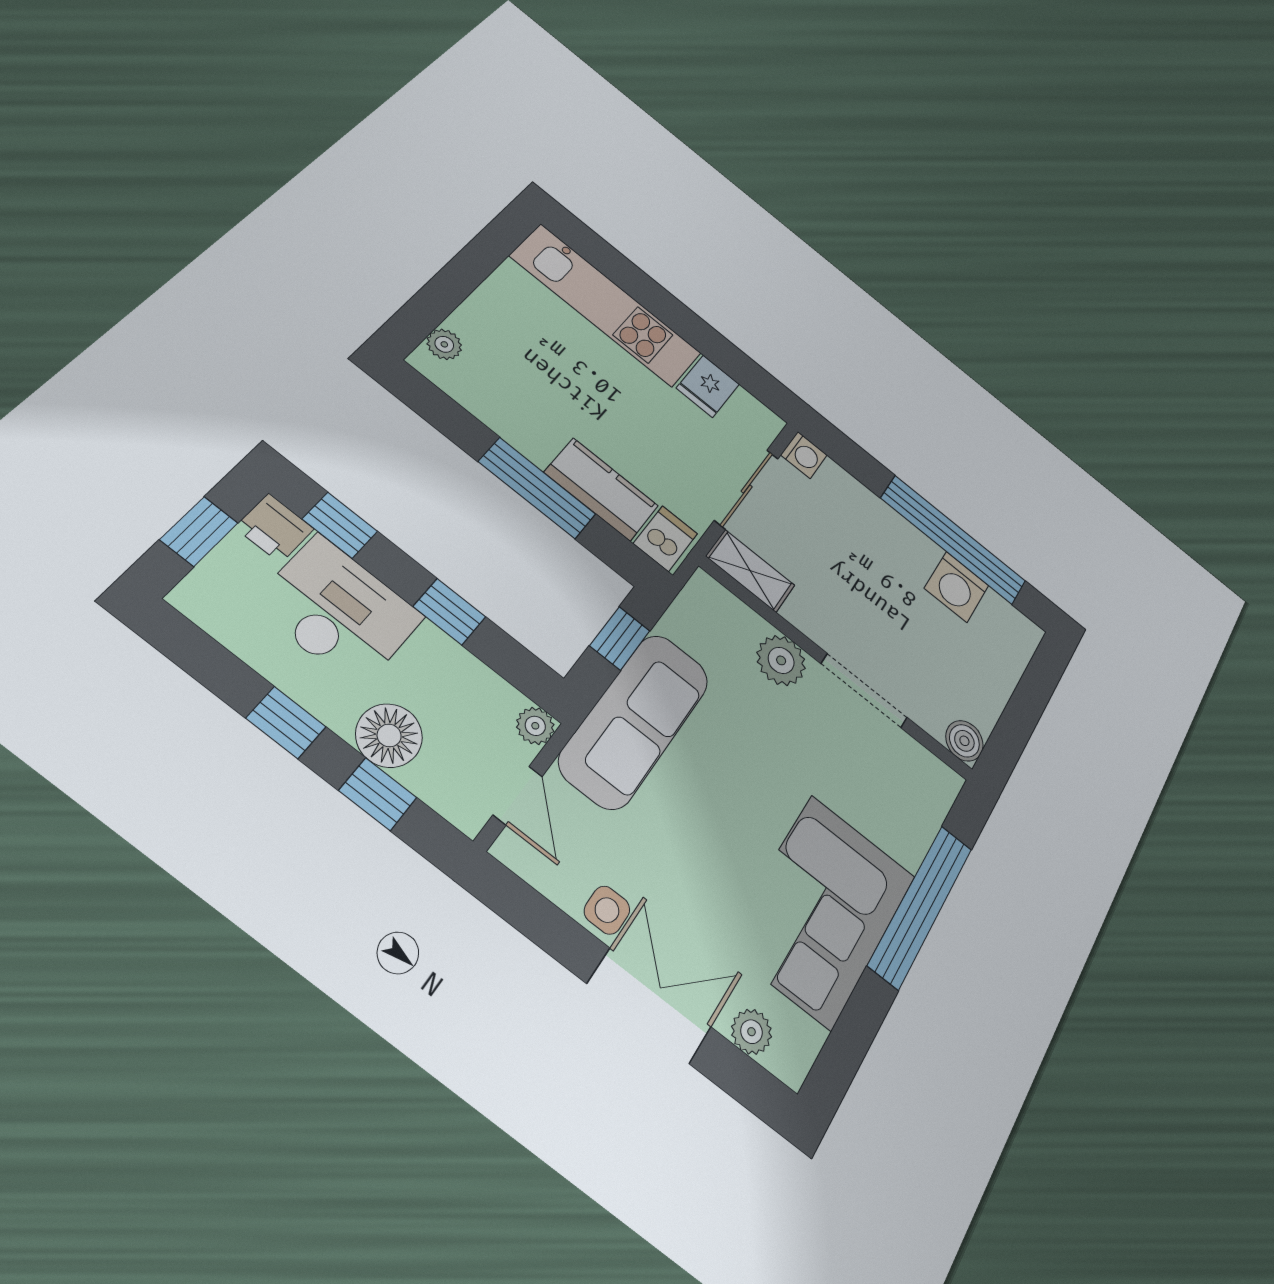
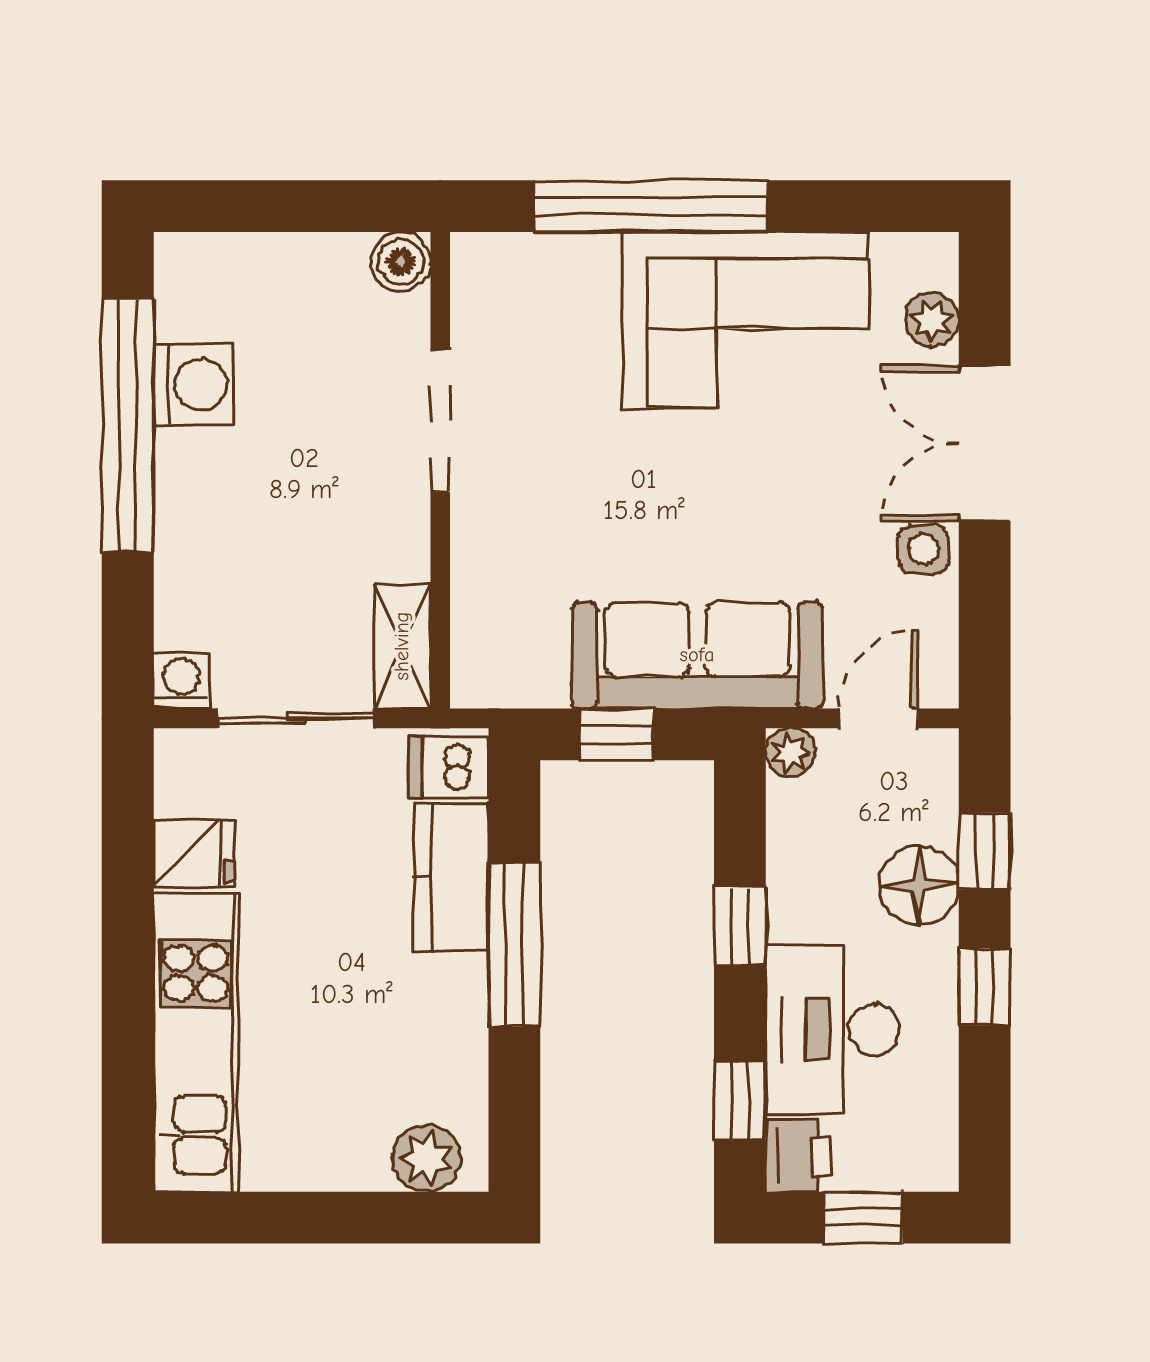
plant: (444, 344) -> (427, 1158), width x1.38, depth x1.38
plant: (781, 660) -> (487, 541), removed

